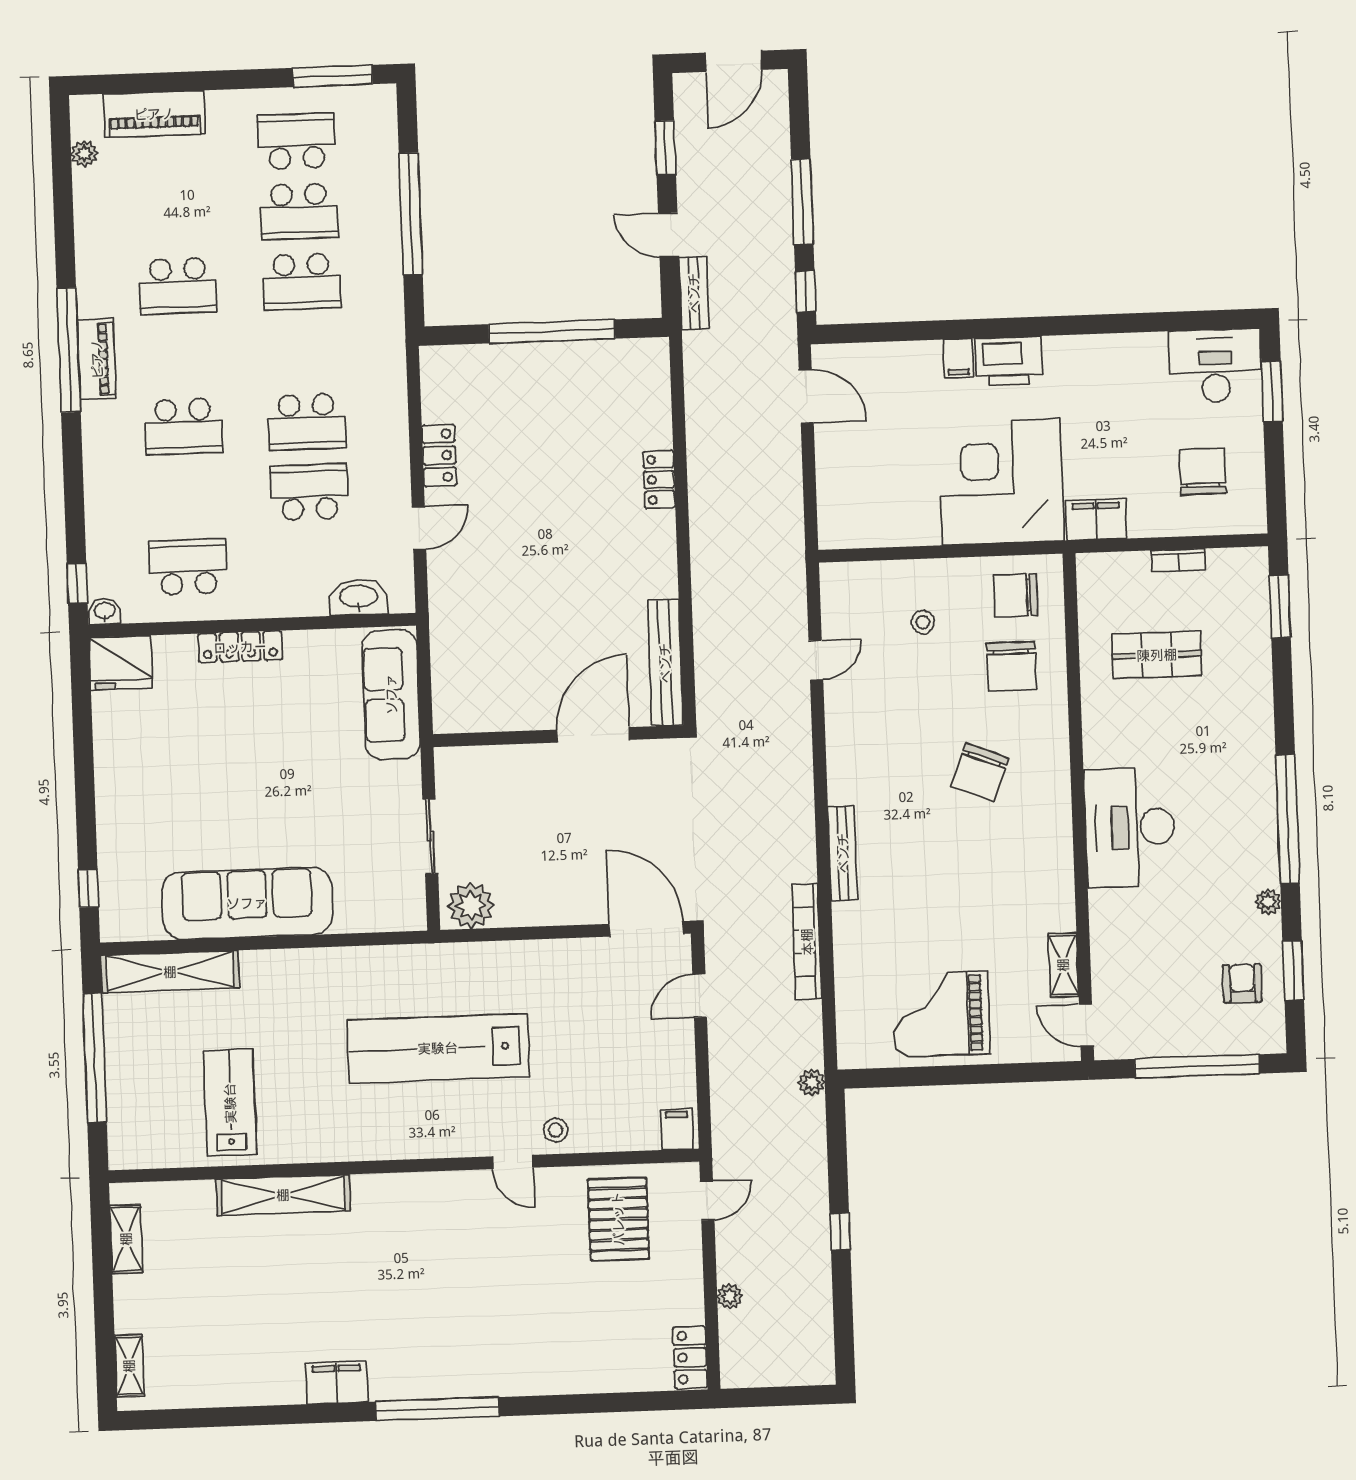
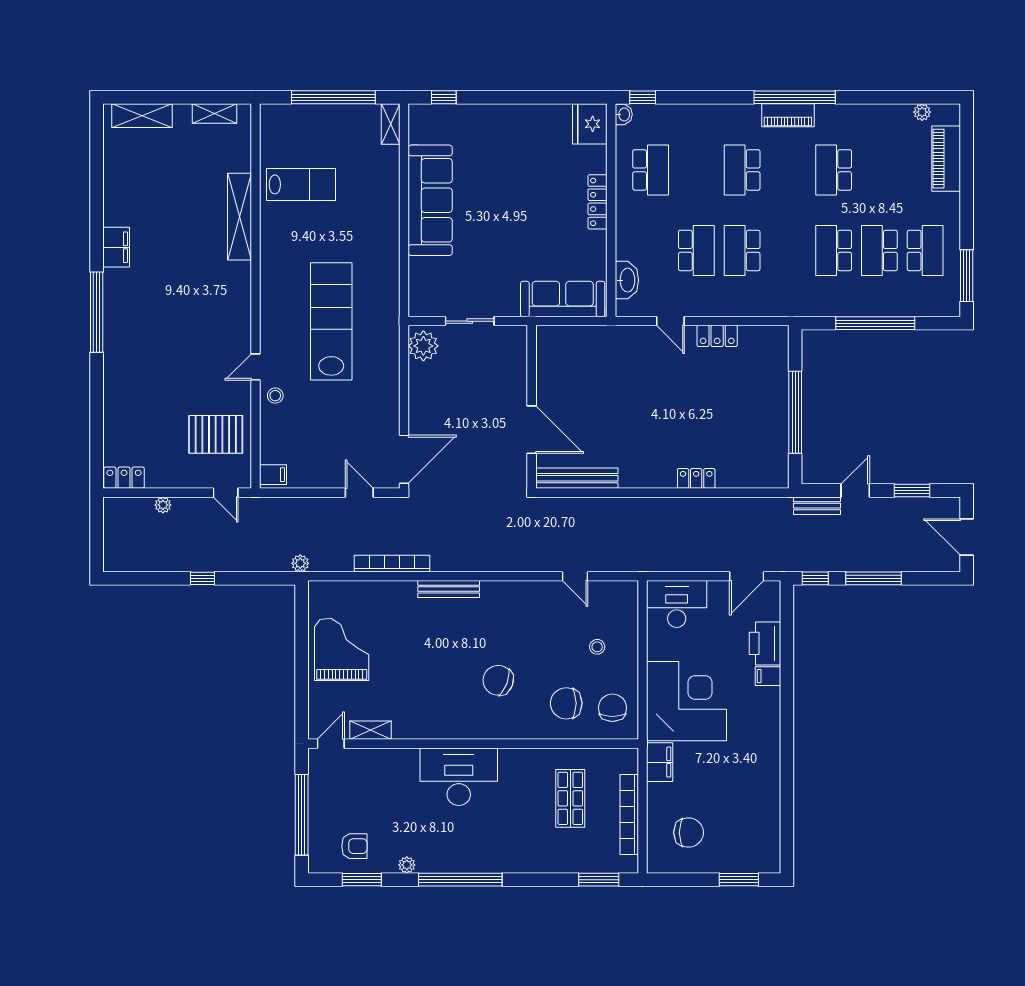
printer: (1009, 361) -> (765, 643), moved
desk: (1215, 366) -> (677, 604), moved, turned -90
bookcase: (1178, 560) -> (629, 815), width x2.31, depth x1.31
shelving: (170, 972) -> (391, 124), width x0.45, depth x0.75
shelving: (129, 1366) -> (142, 116), width x1.50, depth x1.33

